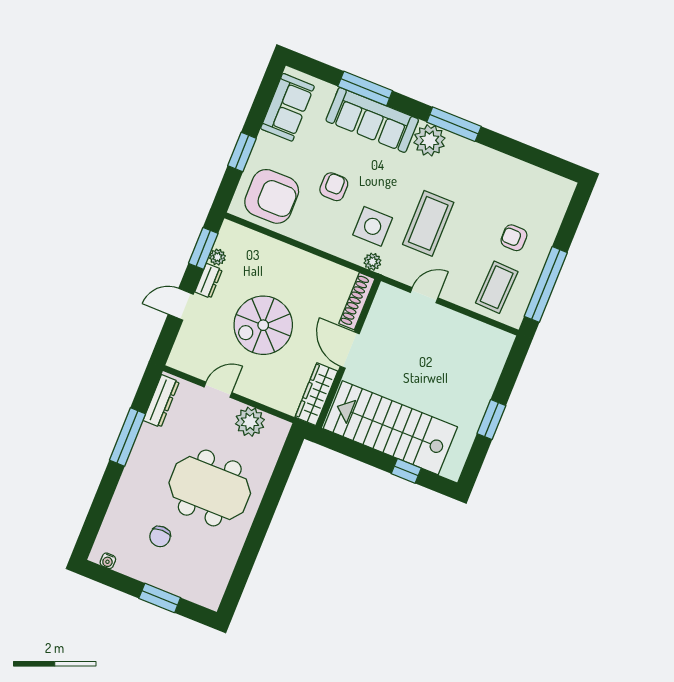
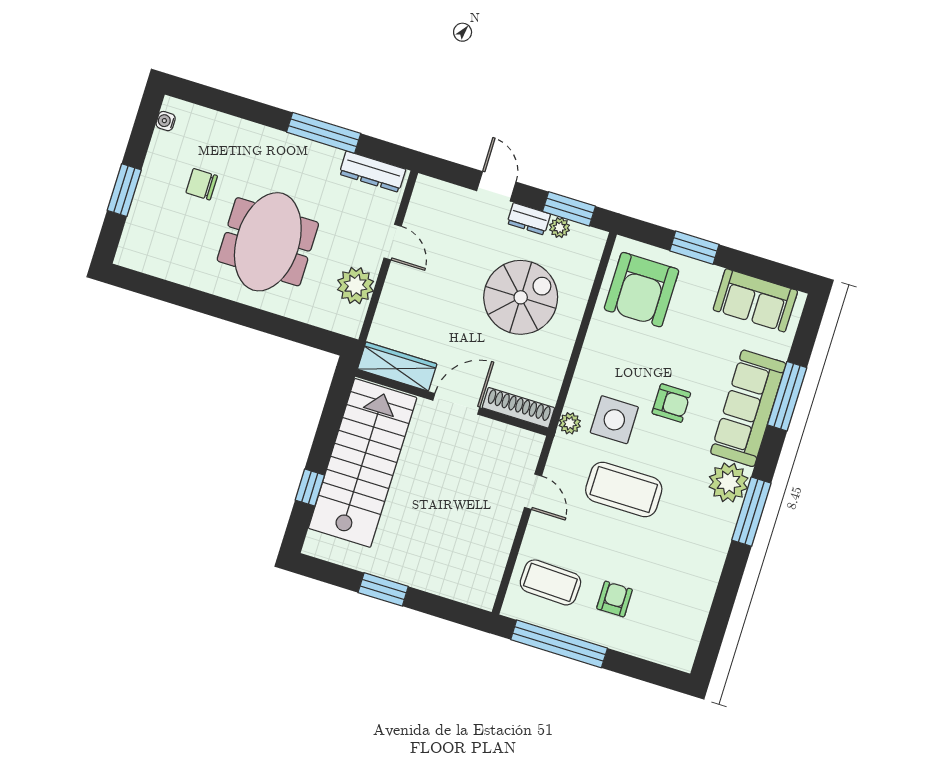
armchair: (334, 187) -> (671, 403), moved
spiral stairs: (263, 325) -> (521, 297), moved, turned 90

